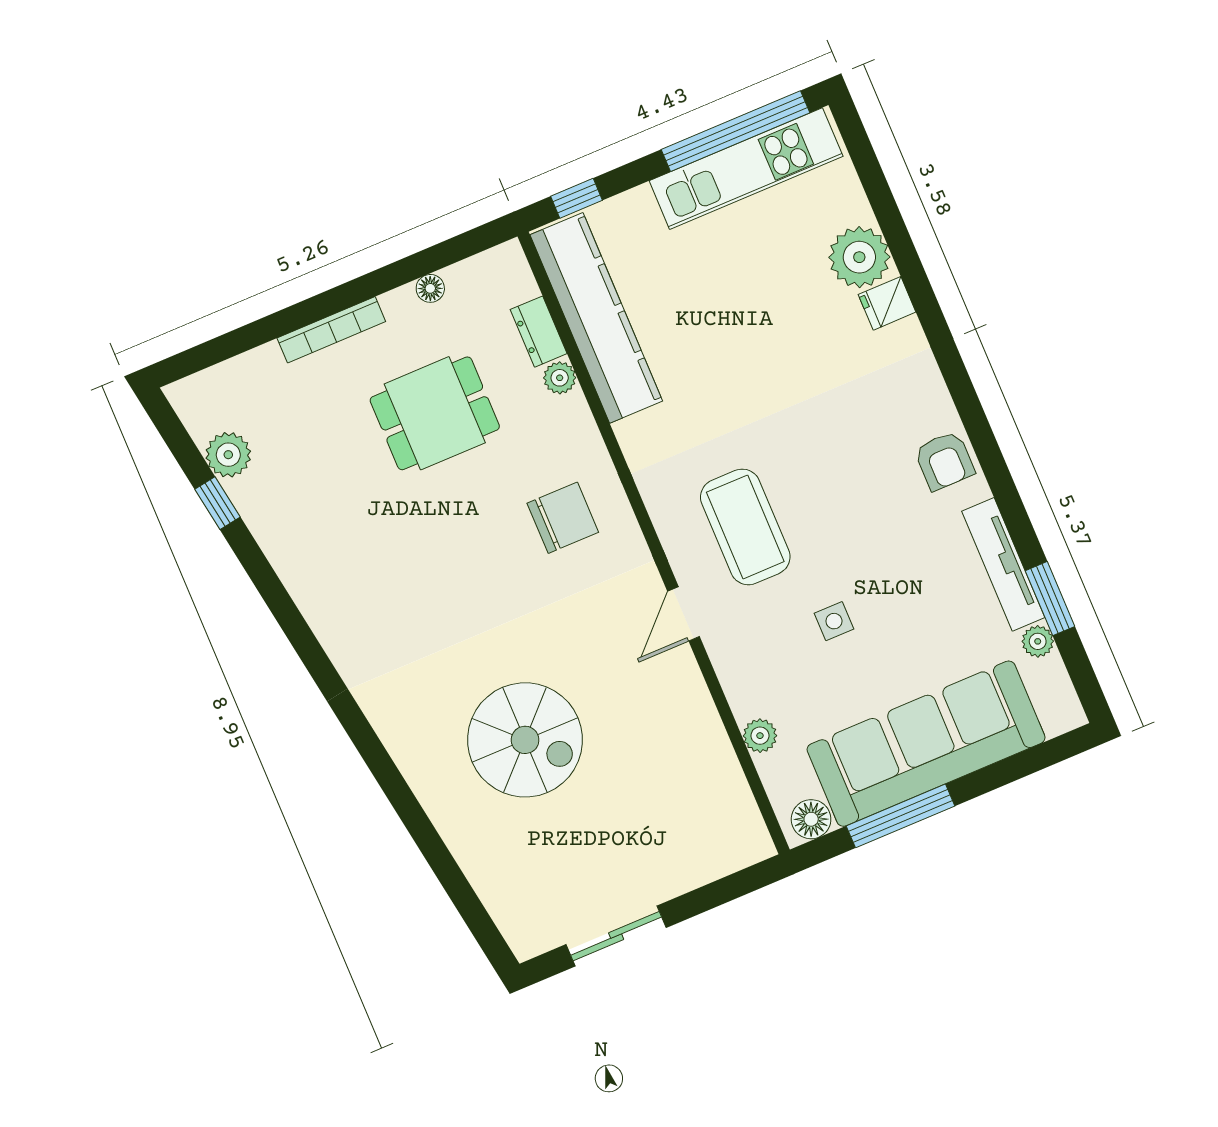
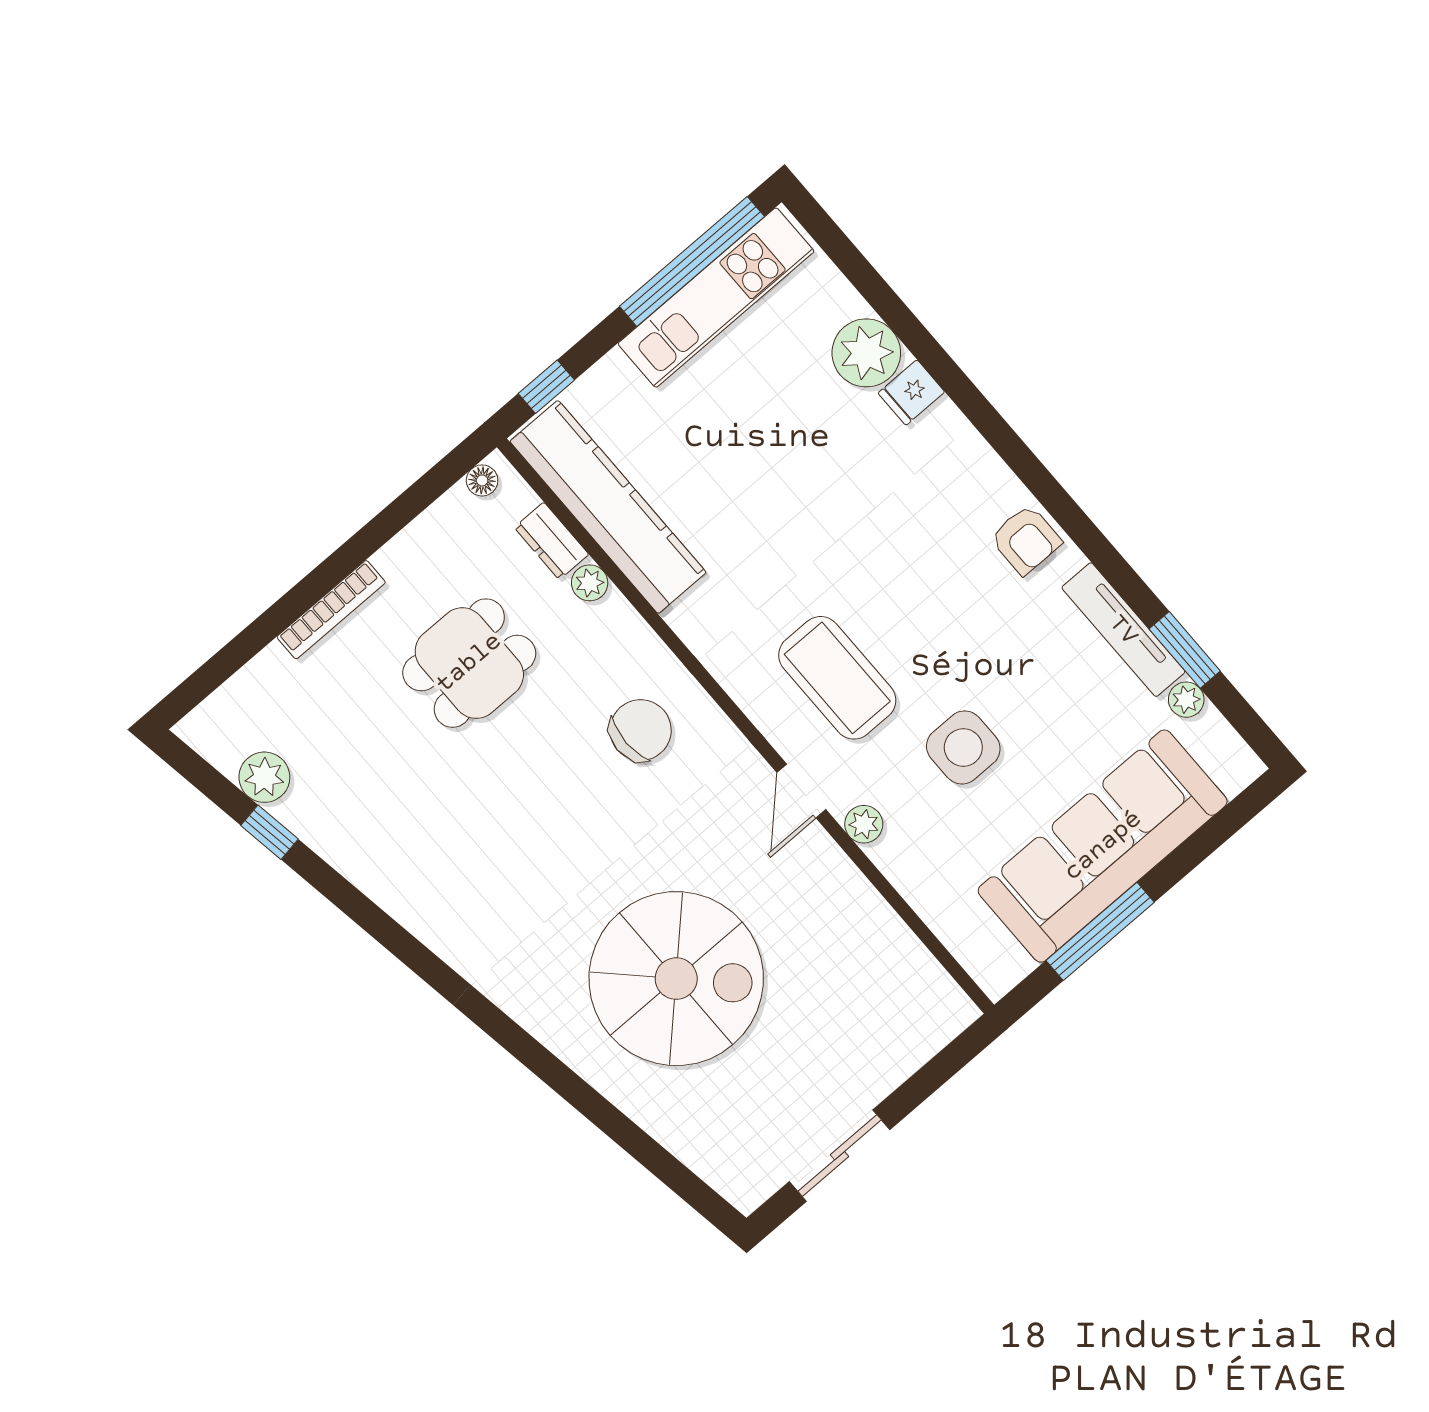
floor lamp: (430, 288) -> (482, 480), moved
side table: (834, 621) -> (963, 747), width x1.87, depth x1.87
plant: (760, 736) -> (864, 824), moved
spiral stairs: (525, 740) -> (676, 979), width x1.37, depth x1.37
floor lamp: (811, 819) -> (1006, 965), removed

